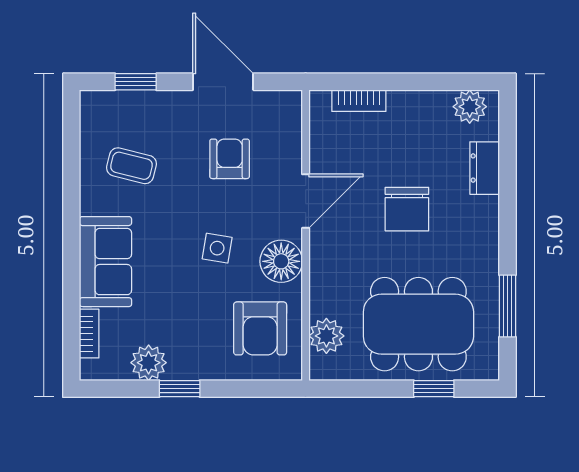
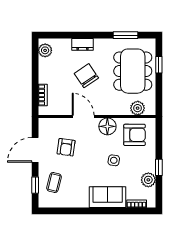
armchair: (230, 159) -> (66, 147), turned -82
coffee table: (131, 166) -> (54, 182), moved
dresser: (485, 168) -> (83, 44), moved
chair: (407, 209) -> (86, 76), turned -124
side table: (217, 248) -> (114, 160), moved

